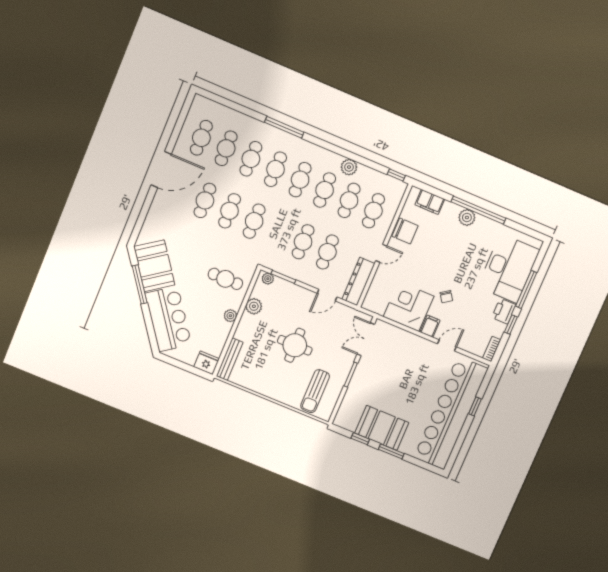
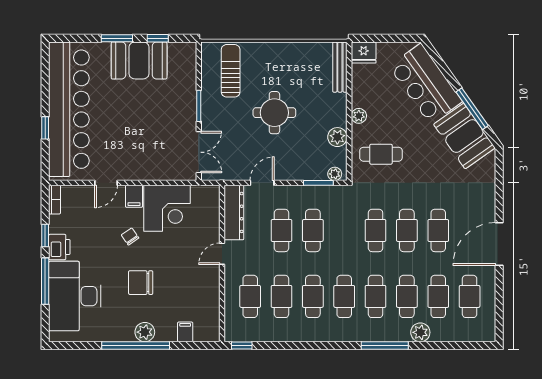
plant: (349, 167) -> (420, 332), moved
filing cabinet: (430, 202) -> (185, 332), width x0.50
chair: (405, 231) -> (141, 283), moved

